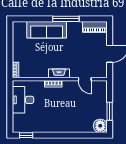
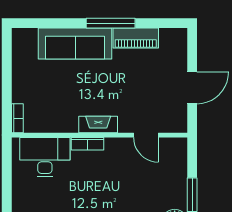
piano: (95, 27) -> (136, 38), moved
desk: (23, 100) -> (45, 157), moved, turned 90

